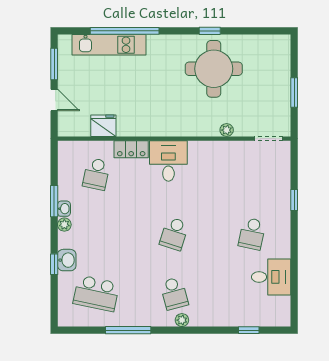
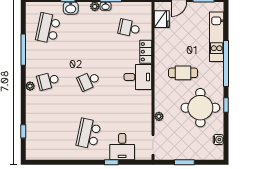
window: (125, 31) -> (226, 63), moved
water cooler: (261, 42) -> (218, 140), added
cafe table: (162, 94) -> (183, 73), added
fridge: (103, 126) -> (162, 19), moved
school desk: (174, 234) -> (89, 81), turned -42
school desk: (252, 234) -> (89, 134), width x1.85
desk: (271, 277) -> (122, 147), moved

